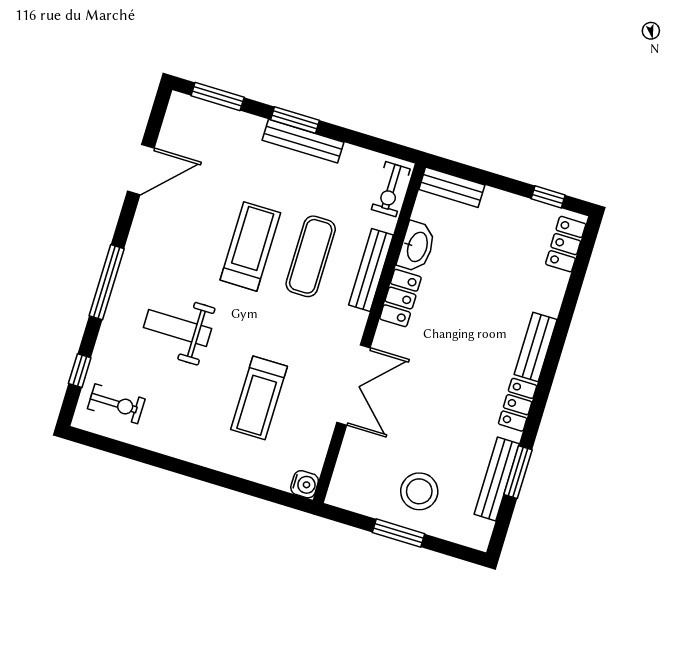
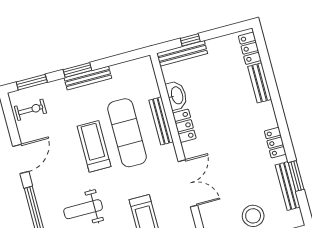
door: (141, 169) -> (21, 159), moved
bench: (452, 187) -> (182, 53), width x1.36
exercise bike: (391, 189) -> (30, 110), moved, turned -90
window: (548, 197) -> (190, 40), moved
exercise mat: (311, 256) -> (127, 133), width x1.36, depth x1.45
bench: (536, 347) -> (260, 83), moved

